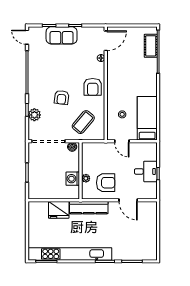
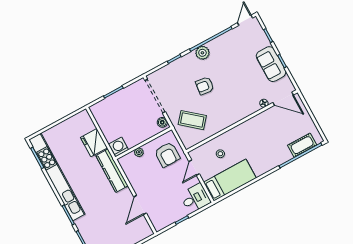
sofa: (62, 35) -> (271, 64), moved
armchair: (93, 87) -> (231, 110), removed
plant: (34, 115) -> (202, 53), moved
desk: (146, 171) -> (195, 198), moved, turned -90
washing machine: (73, 179) -> (119, 147), moved
armchair: (106, 183) -> (167, 155), moved

